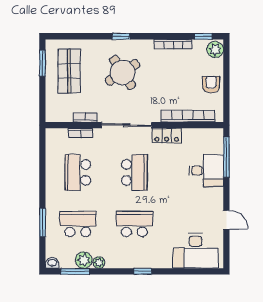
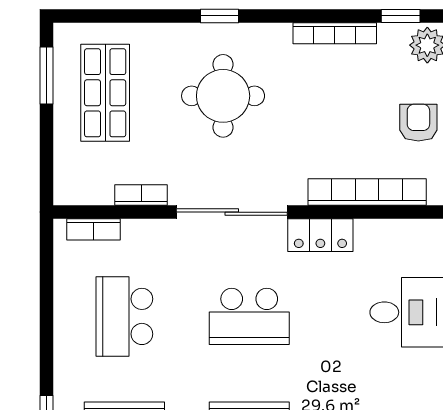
round table: (123, 72) -> (223, 96), turned 33
bookcase: (81, 133) -> (94, 229), moved
school desk: (134, 172) -> (249, 316), turned 90

